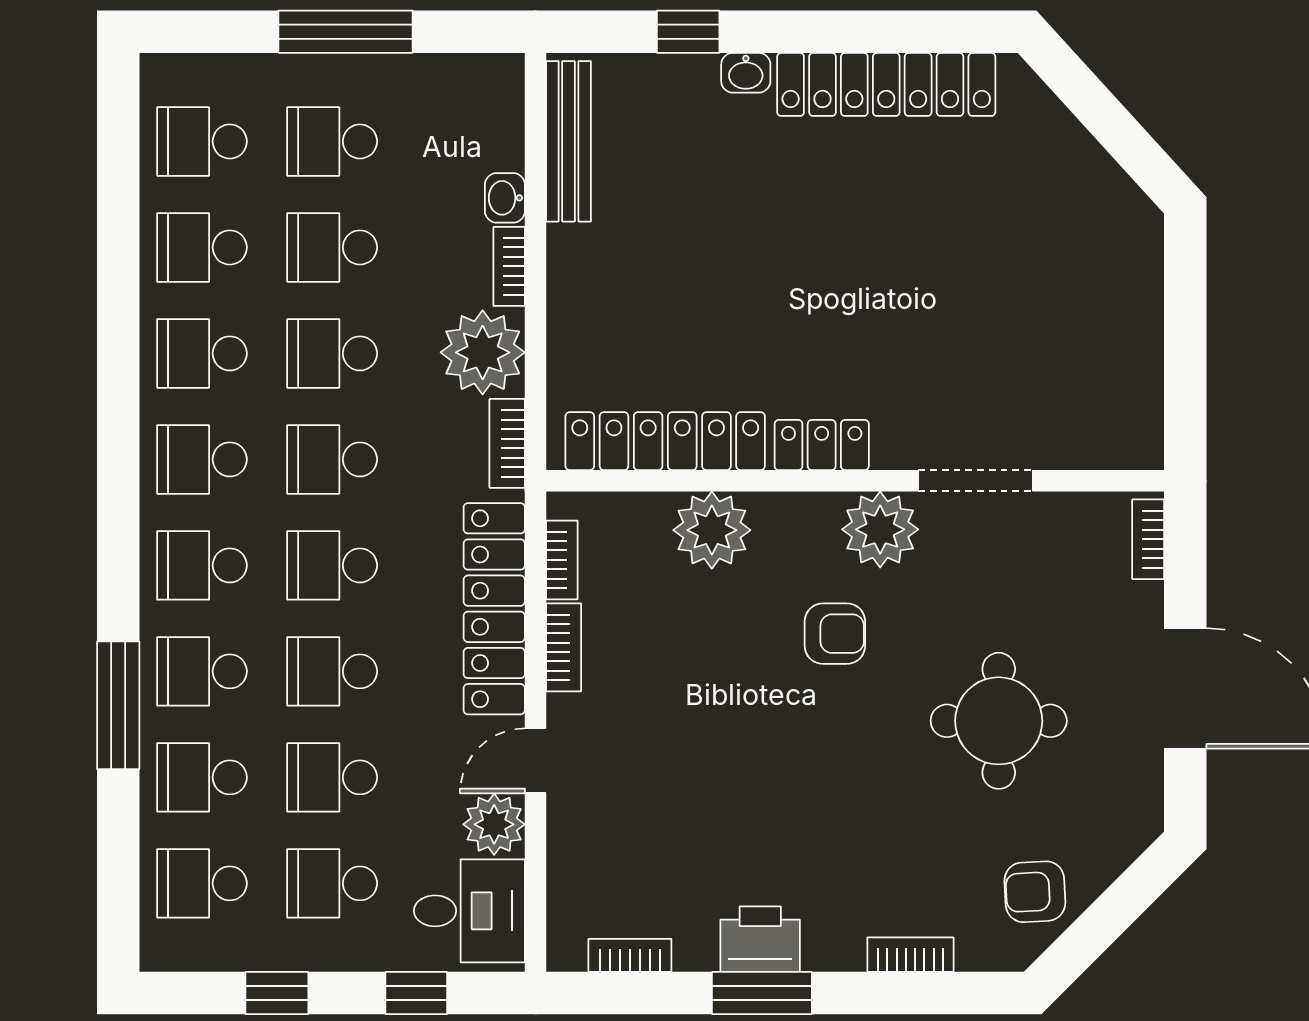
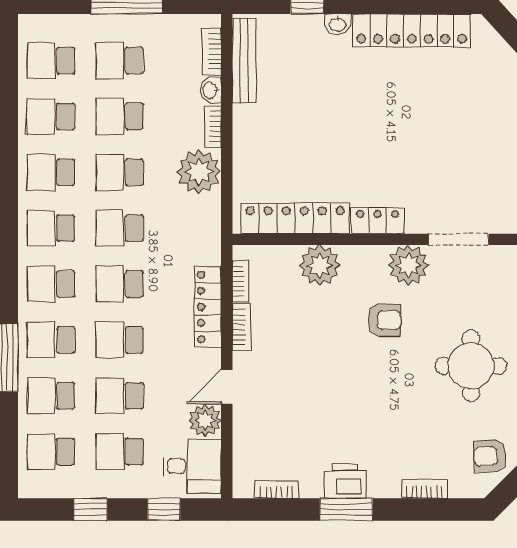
bookcase: (507, 443) -> (212, 52), moved
locker: (494, 609) -> (208, 307), width x0.71, depth x0.83

